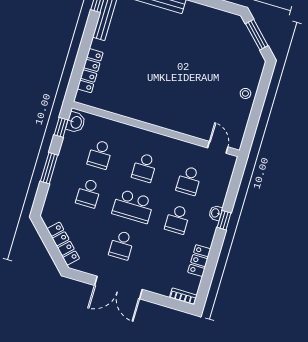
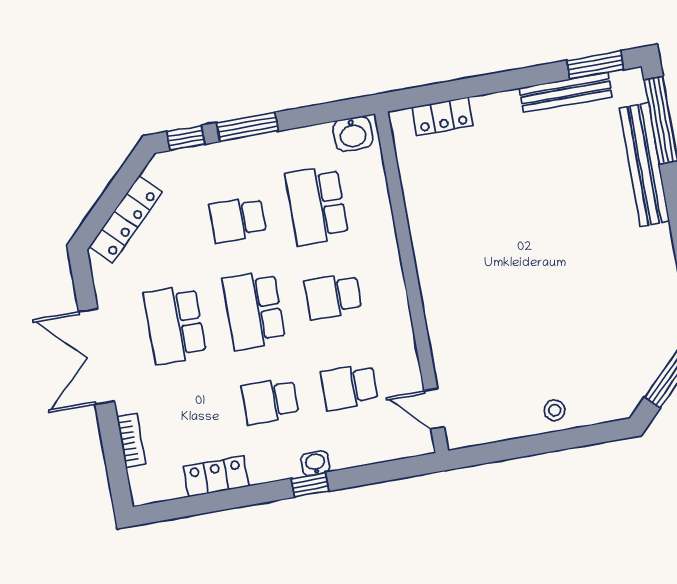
locker: (90, 71) -> (443, 116), width x0.66
window: (61, 127) -> (186, 138), moved
door: (218, 147) -> (434, 409), swing flipped
school desk: (100, 154) -> (317, 205), width x1.85
school desk: (122, 245) -> (175, 324), width x1.85
bookcase: (183, 296) -> (131, 440), moved

